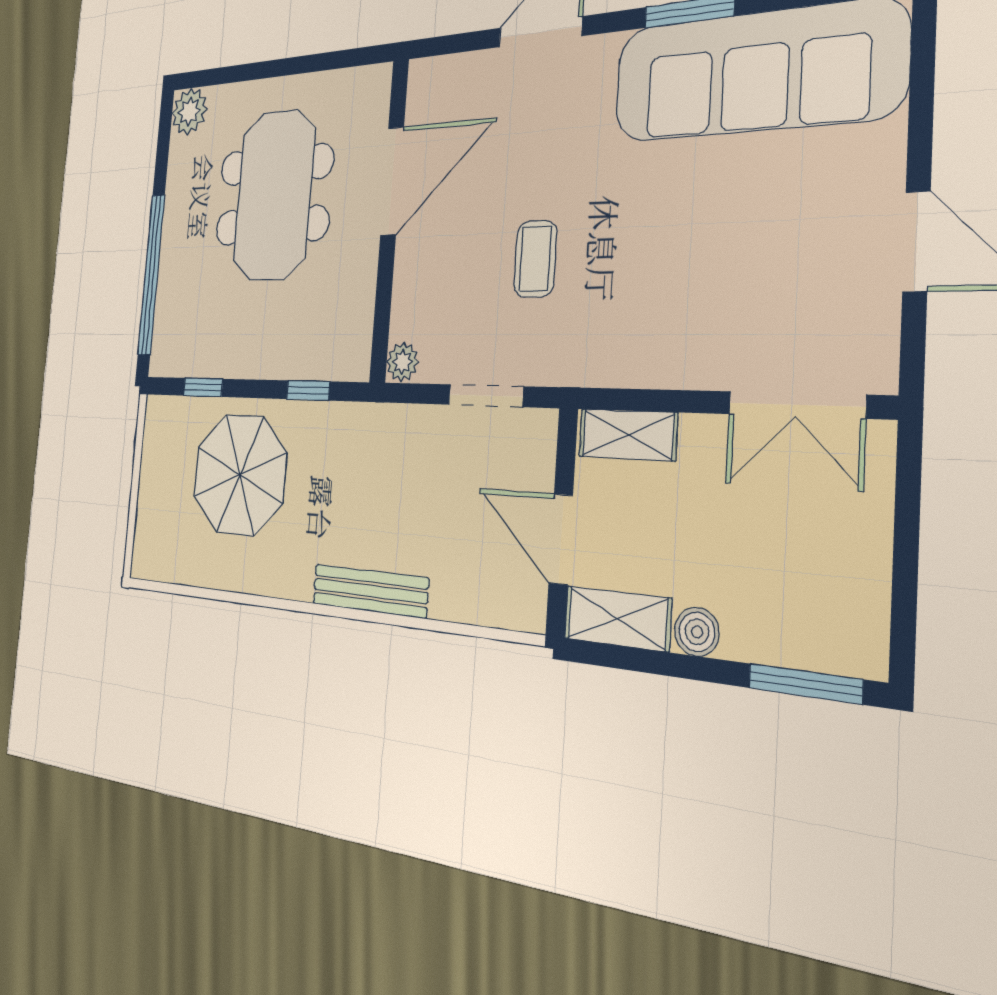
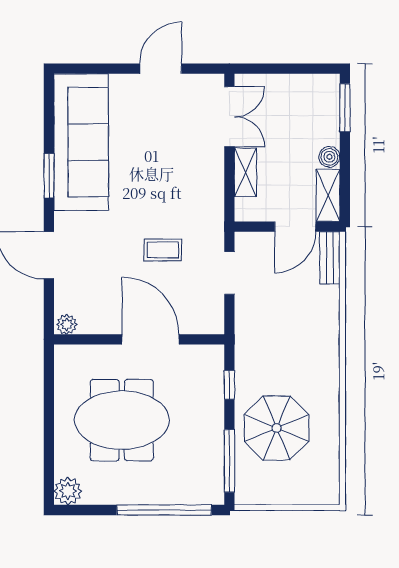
door: (392, 181) -> (151, 339), moved
plant: (402, 362) -> (67, 324), moved
window: (203, 387) -> (229, 461), width x2.17
shelving: (628, 435) -> (245, 172), moved
bench: (370, 591) -> (330, 258), moved, width x0.73

